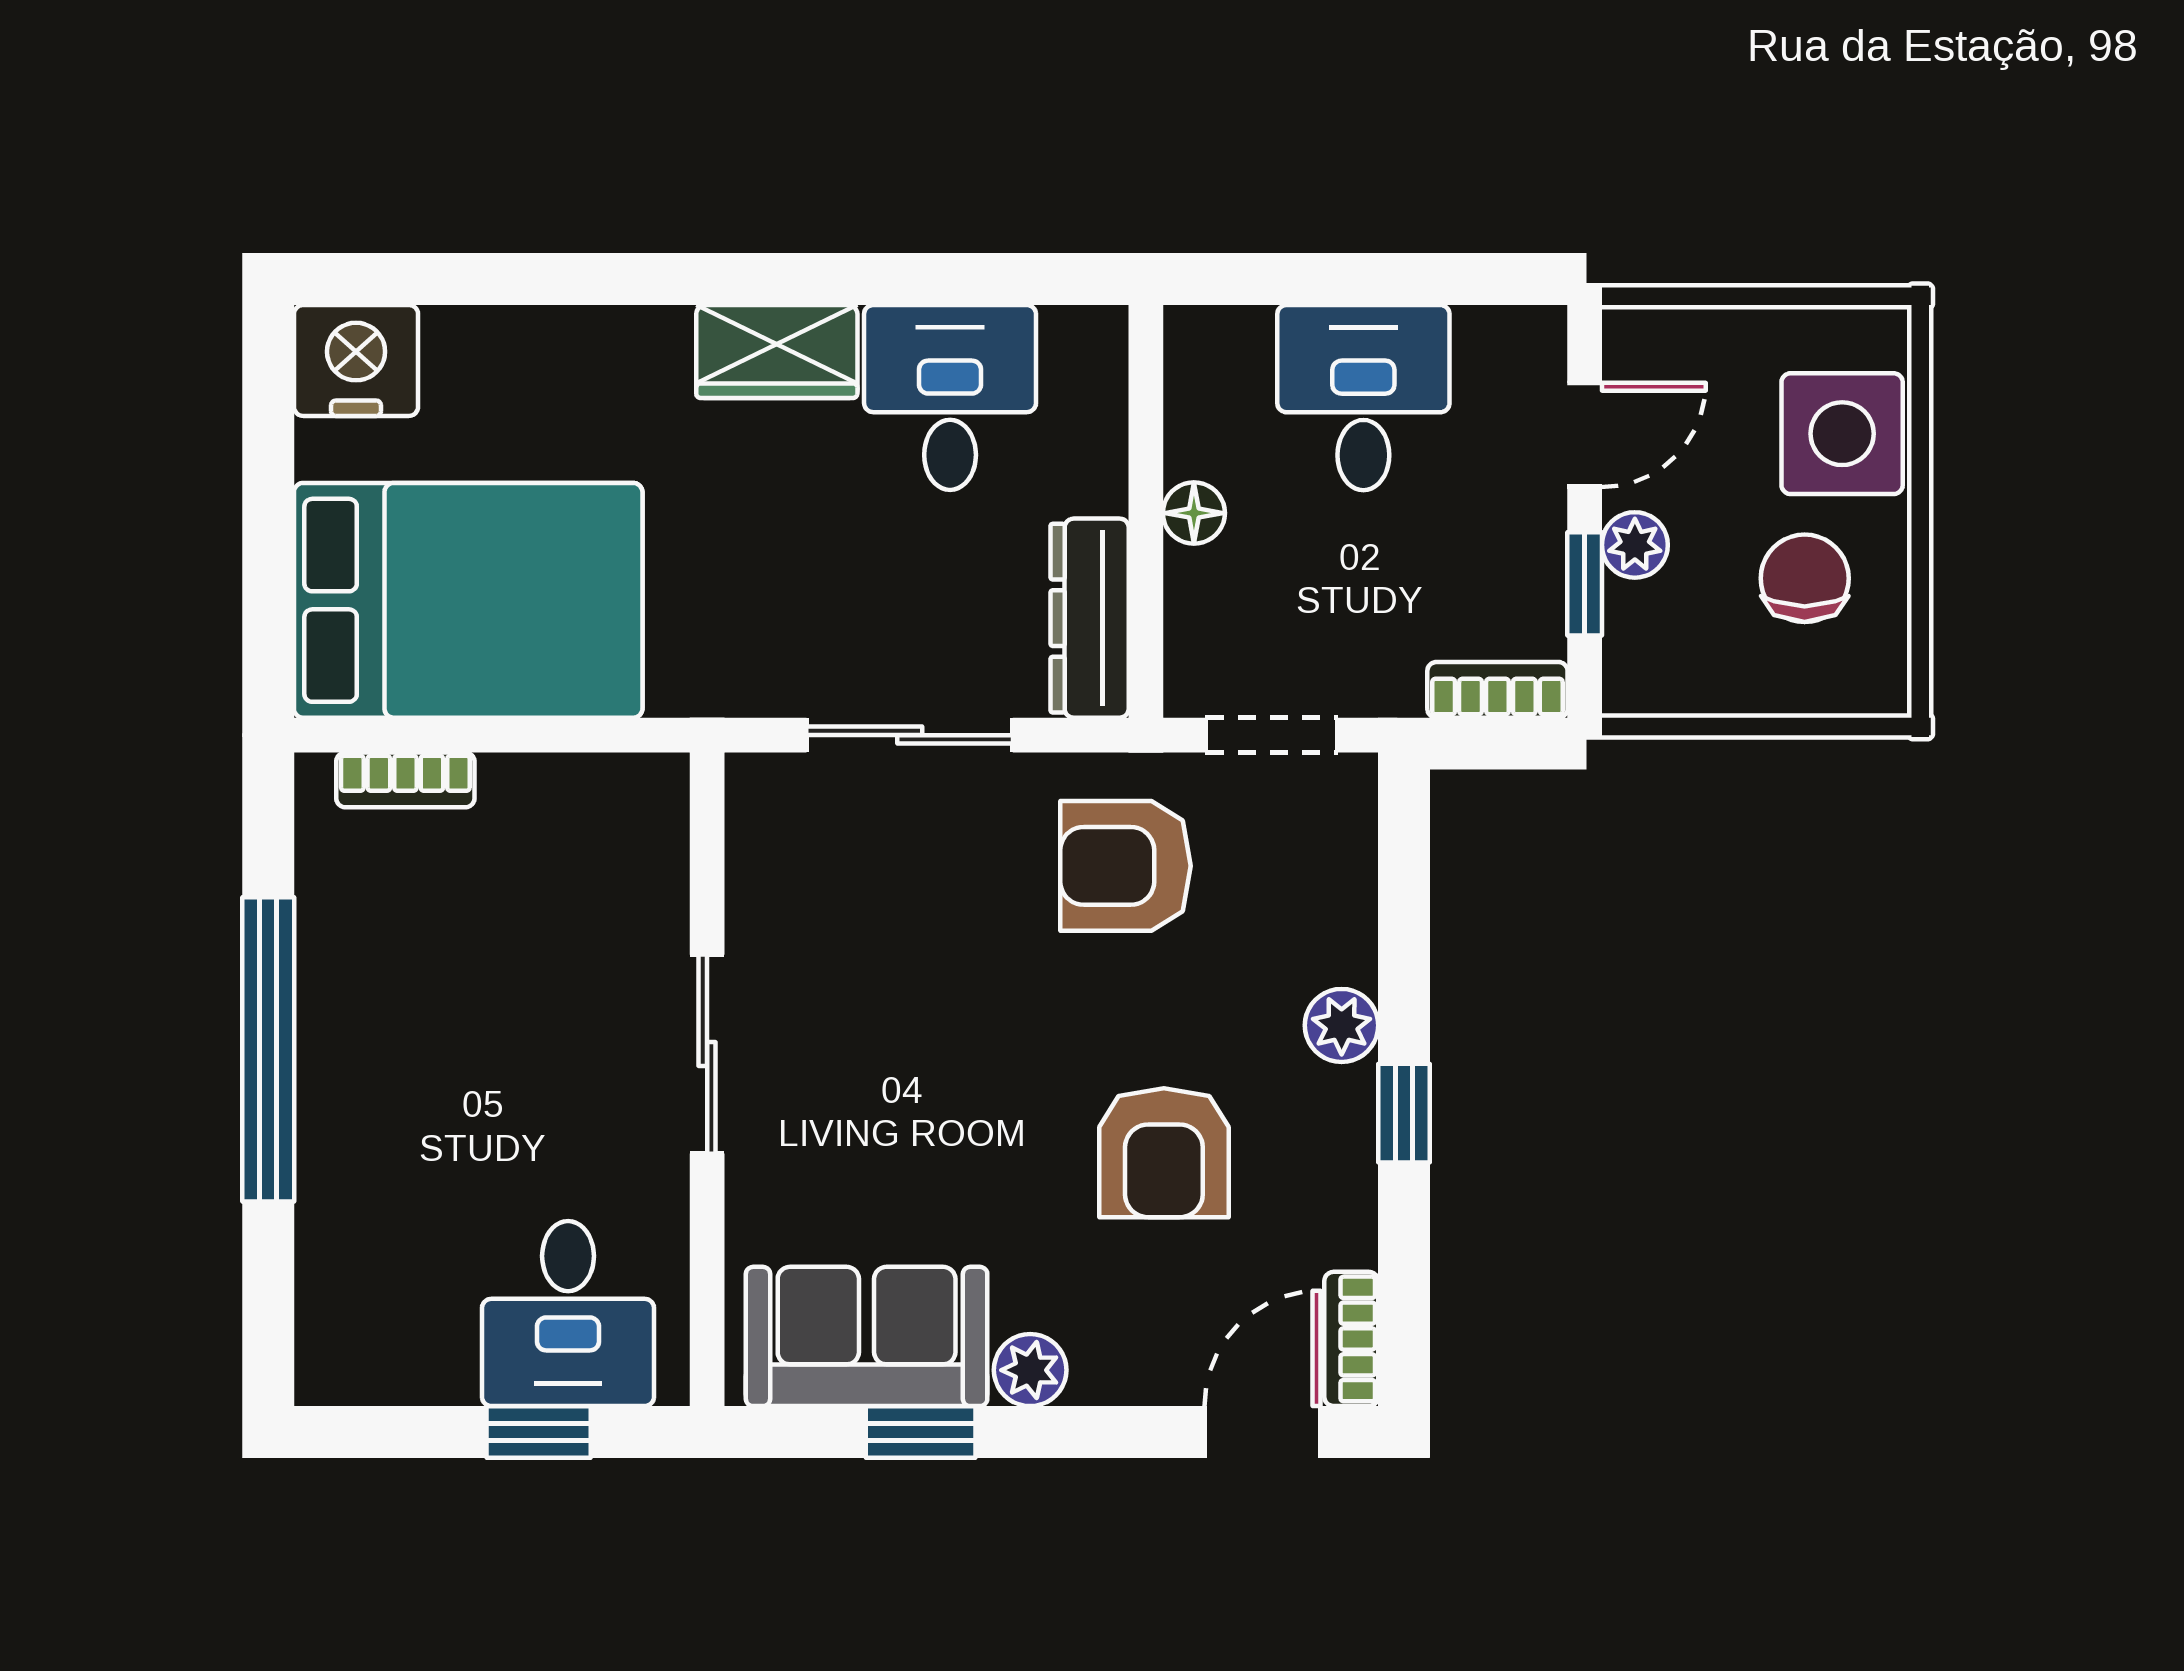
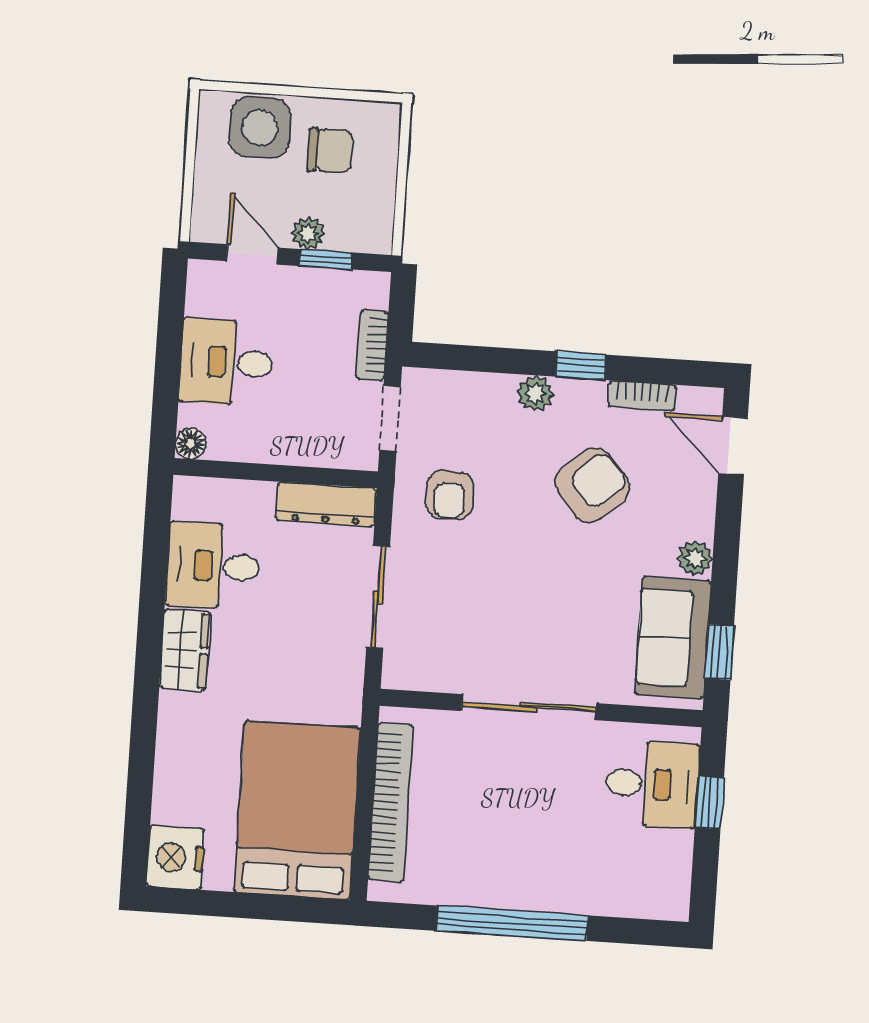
floor lamp: (1194, 513) -> (191, 444), moved
chair: (1805, 578) -> (330, 151), turned 180
bookcase: (1497, 690) -> (372, 345), moved
bookcase: (405, 780) -> (391, 802), width x2.31, depth x1.31
armchair: (1125, 866) -> (450, 495), width x0.72, depth x0.72
sliding door: (707, 1054) -> (529, 707), width x1.37
armchair: (1164, 1153) -> (592, 485), turned -41
bookcase: (1351, 1339) -> (642, 396), moved
window: (921, 1432) -> (719, 652), moved

